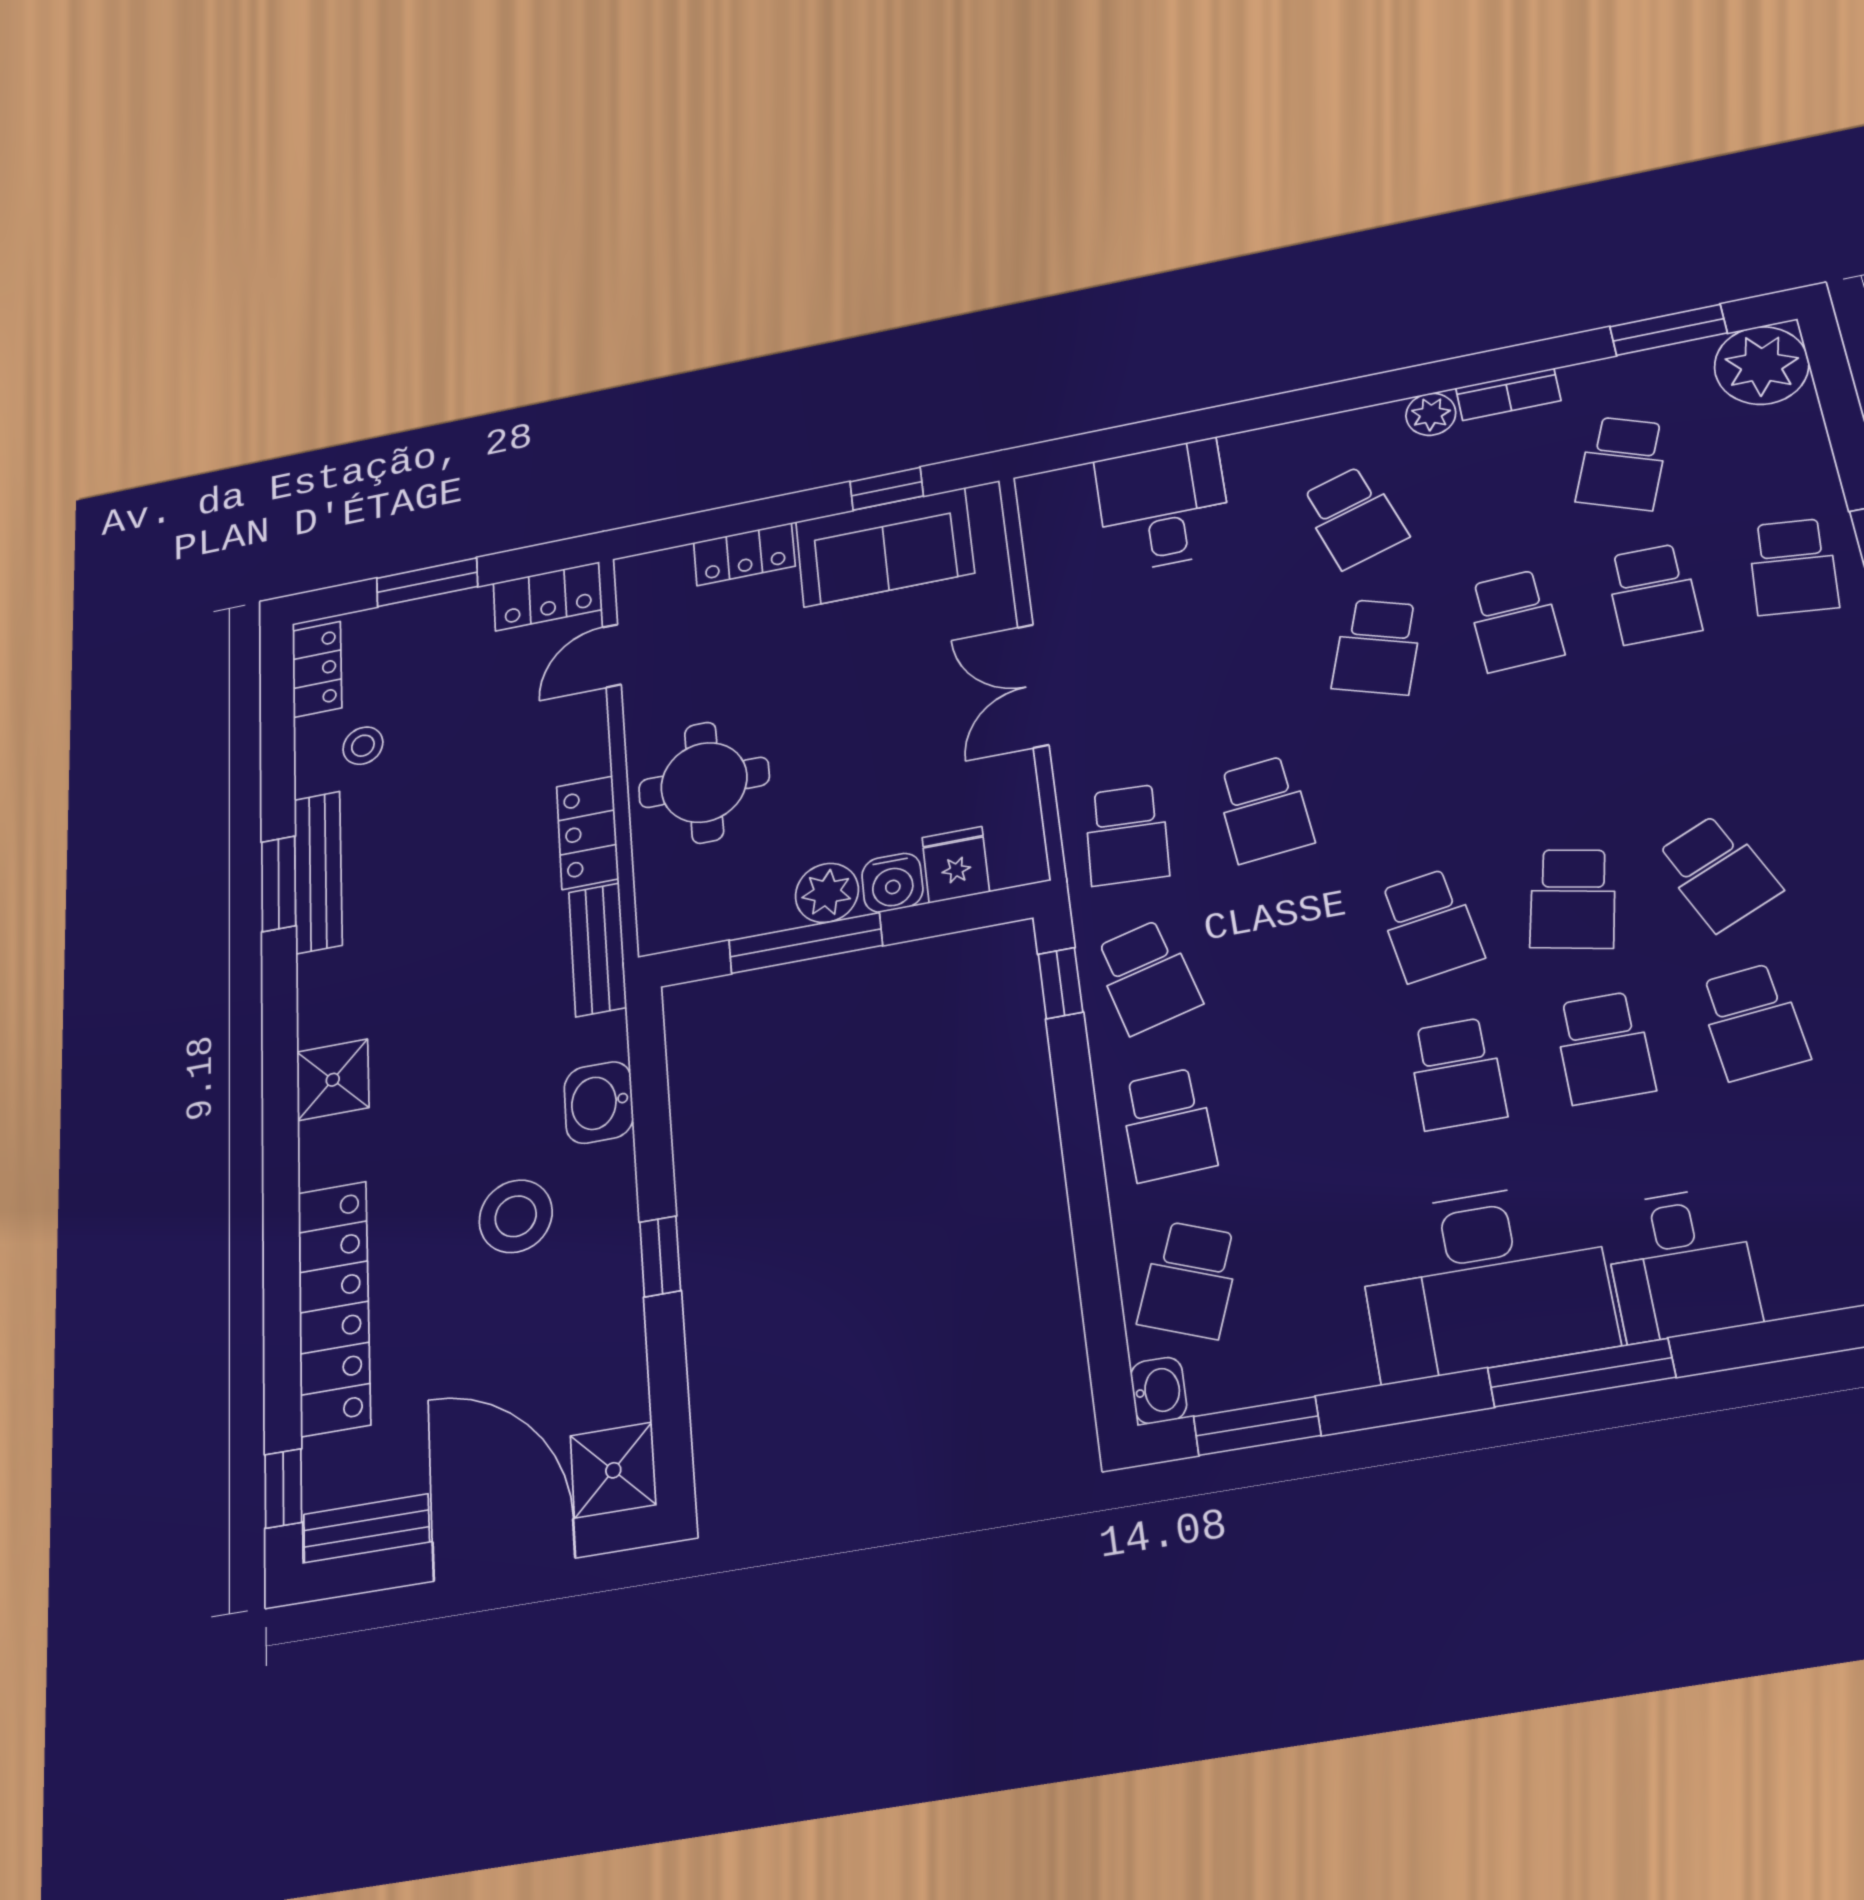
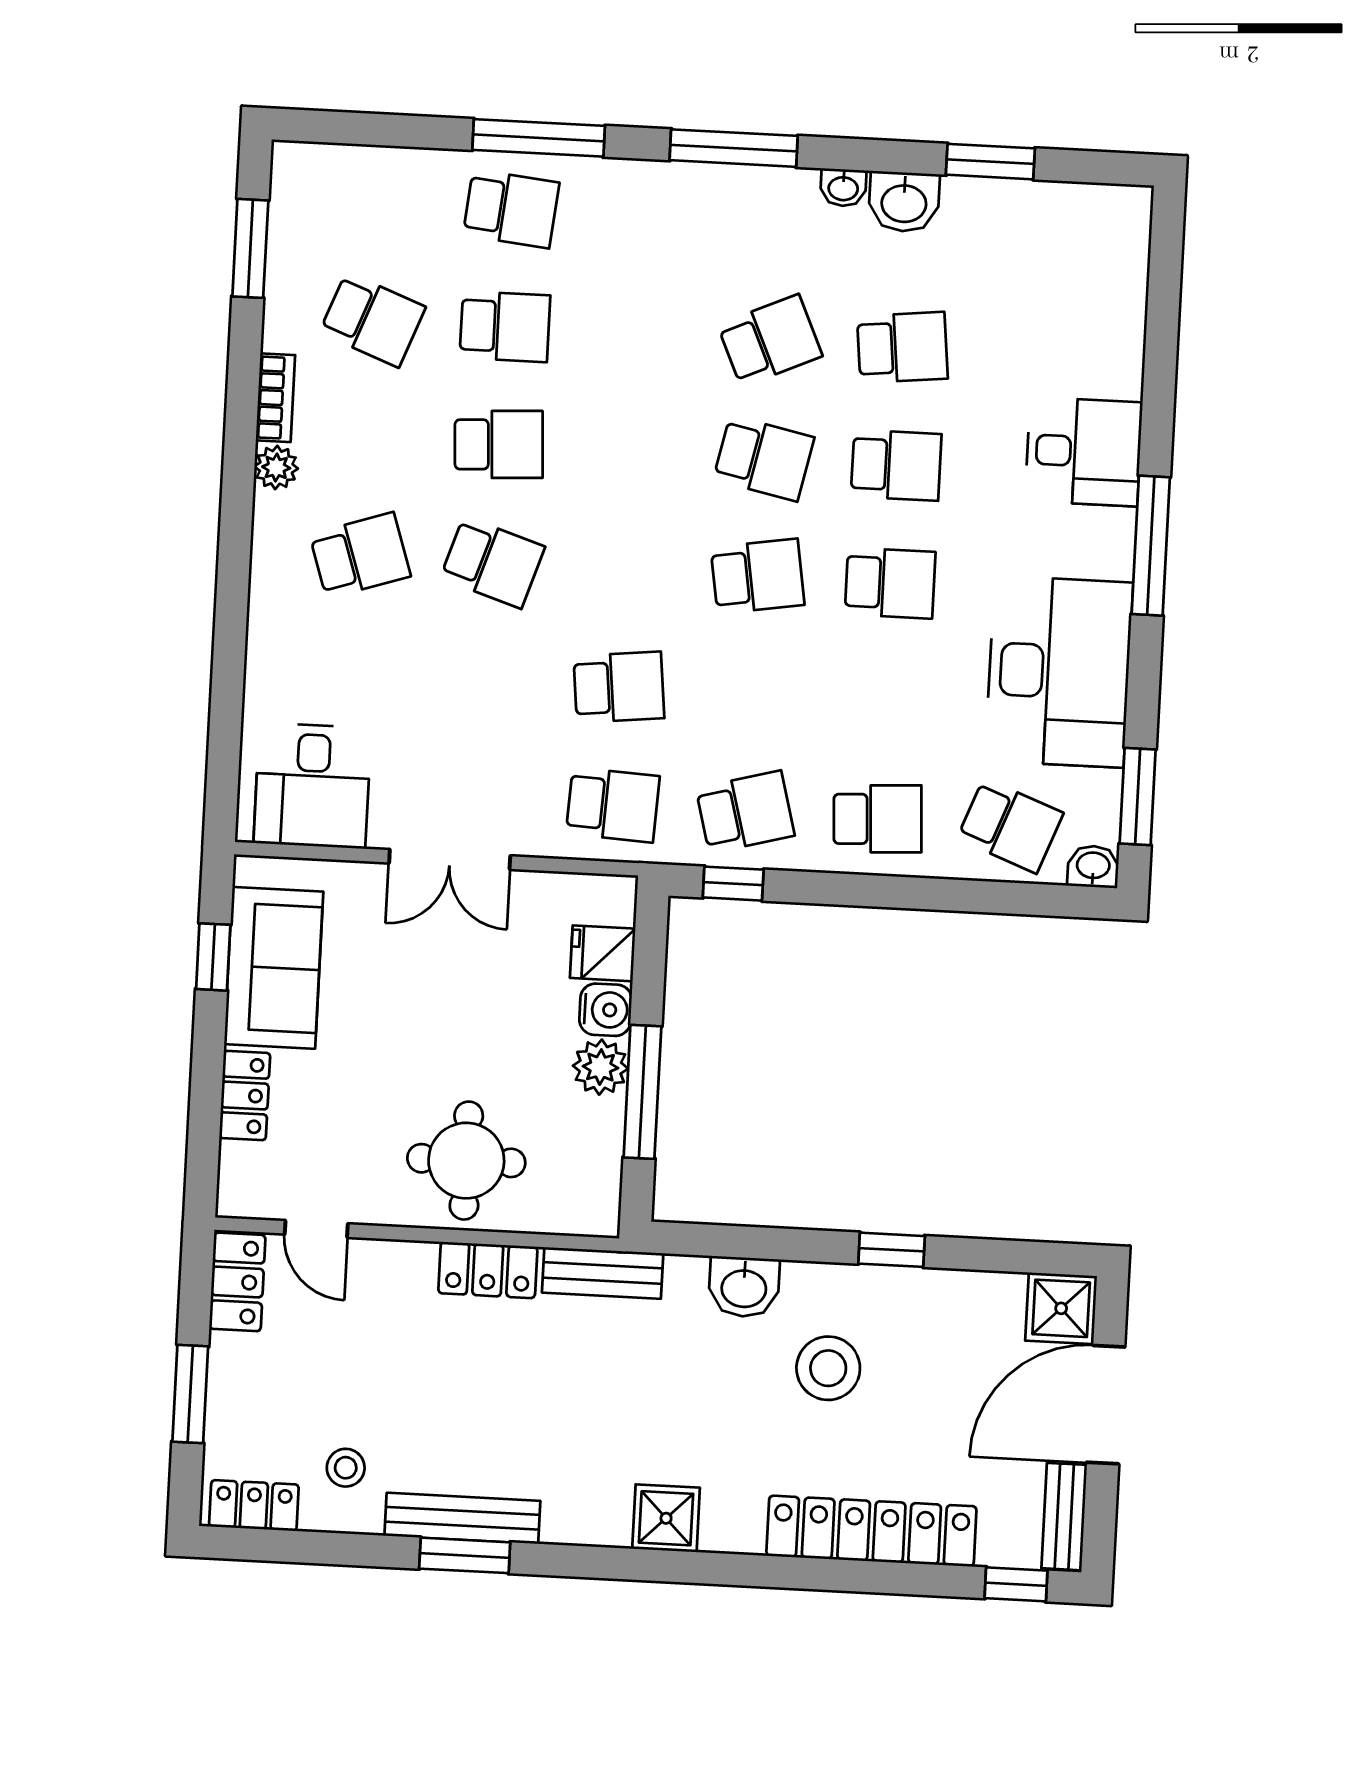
plant: (1762, 365) -> (309, 181), removed
desk: (1163, 506) -> (312, 786), moved, turned -90
desk: (1485, 1280) -> (1059, 672), moved

